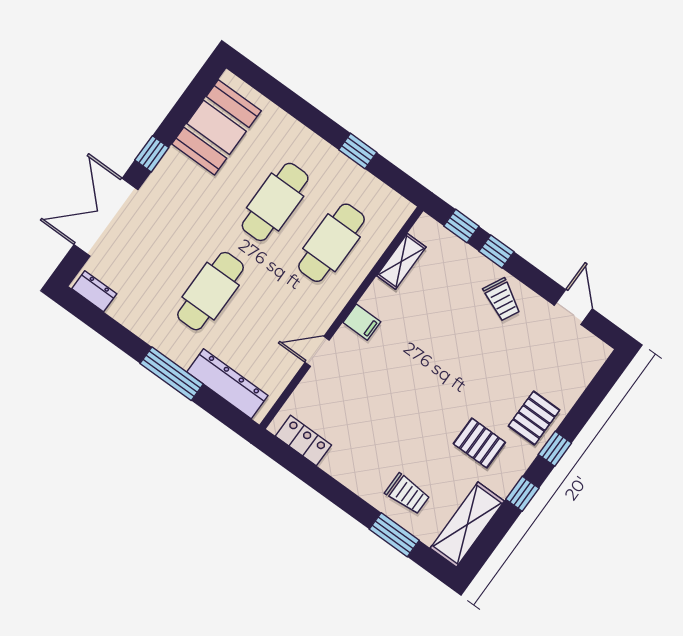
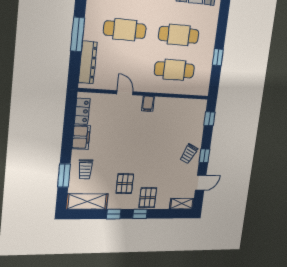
window: (496, 251) -> (204, 156), moved
shelving: (401, 261) -> (182, 204), moved
pallet: (534, 418) -> (148, 198), turned 90
filing cabinet: (347, 468) -> (81, 137), added

